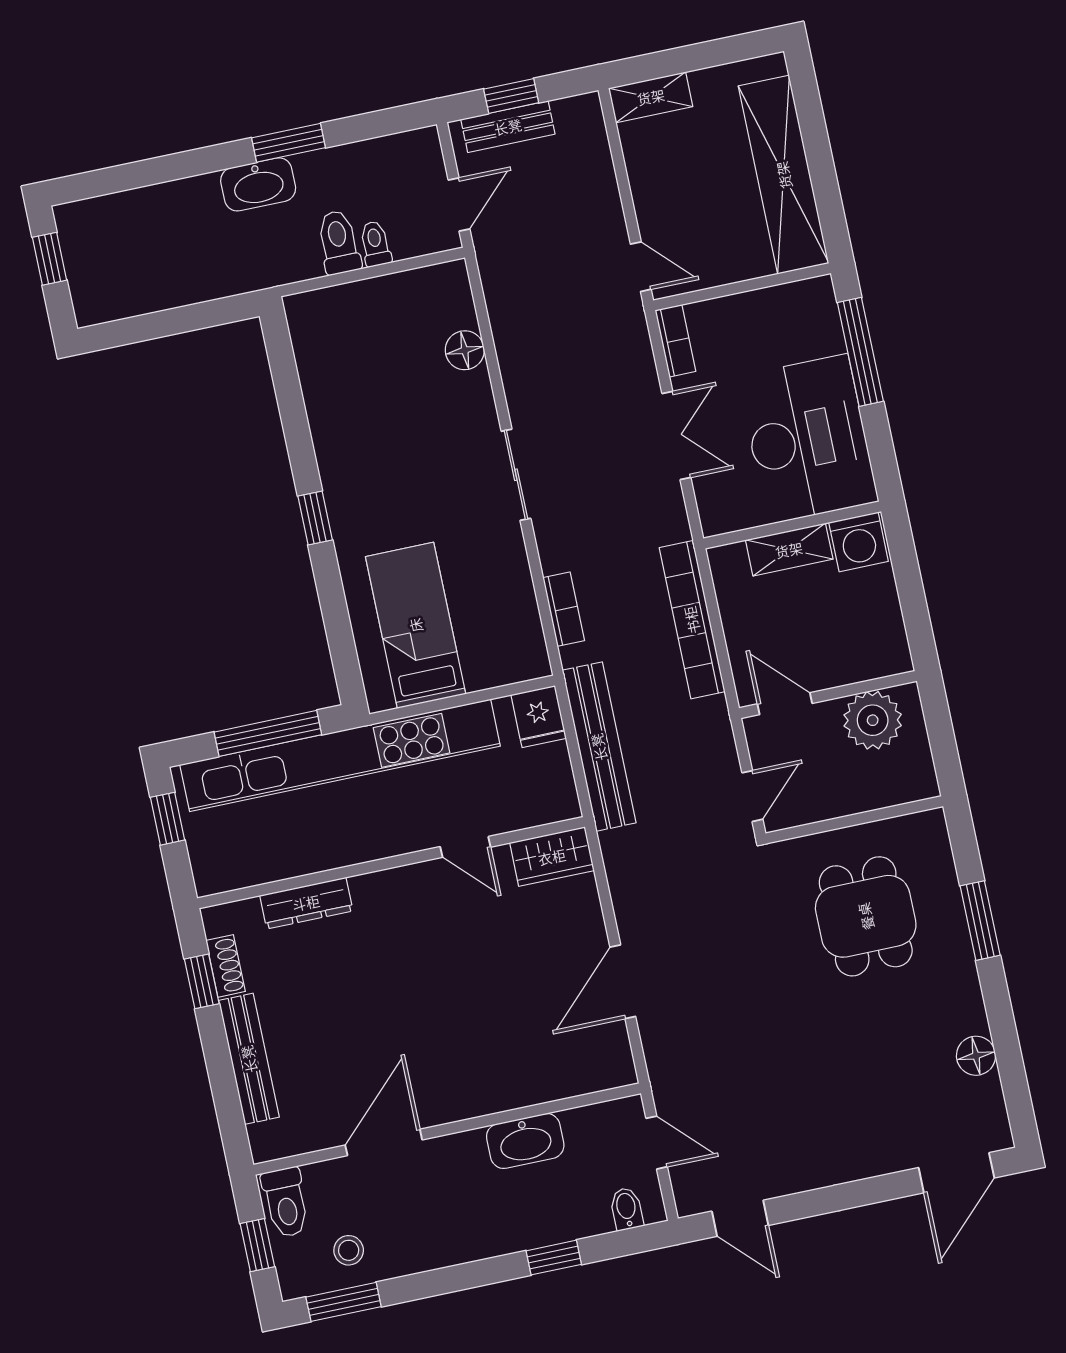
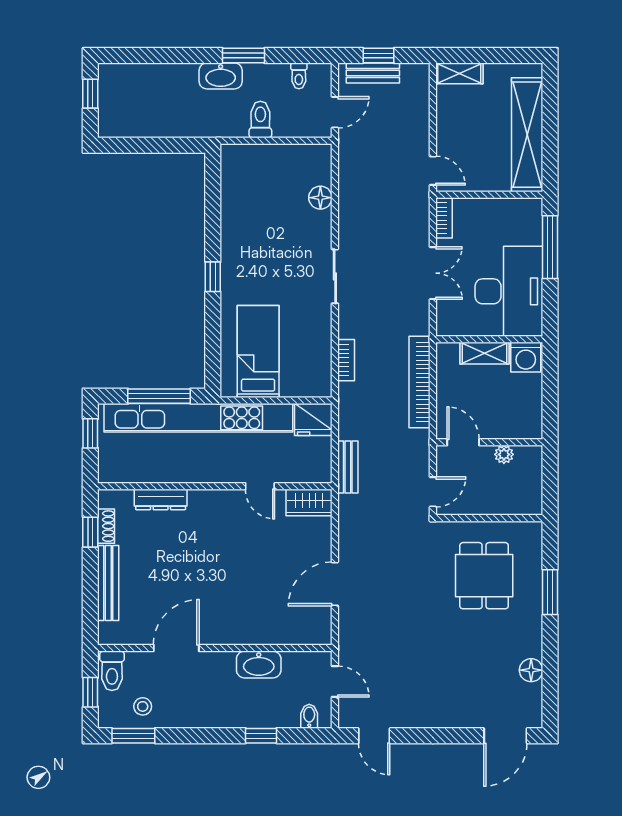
toilet: (375, 244) -> (299, 76), moved, turned 180
fridge: (539, 717) -> (313, 420), width x1.38
plant: (873, 720) -> (504, 454), width x0.53, depth x0.53
bench: (599, 747) -> (348, 467), width x0.54, depth x0.82

